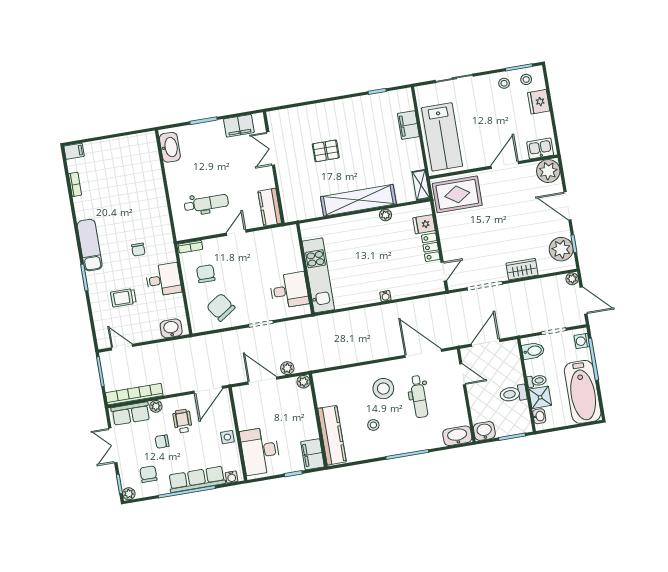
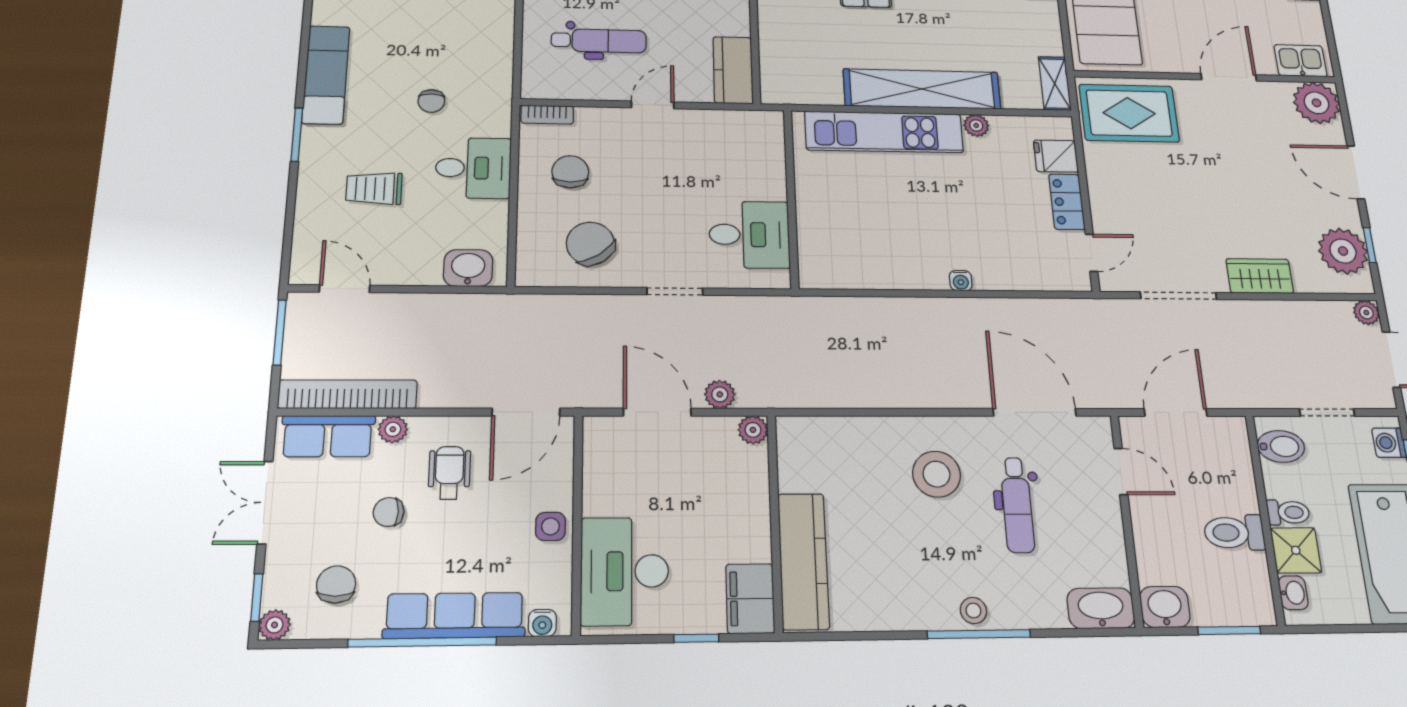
kitchen unit: (318, 275) -> (884, 132), moved, turned 90
stool: (373, 425) -> (973, 611), moved

